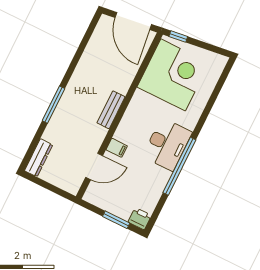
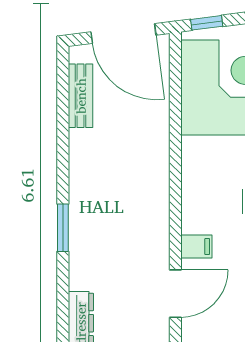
window: (54, 105) -> (63, 228), width x0.69
bench: (111, 110) -> (81, 96), moved

